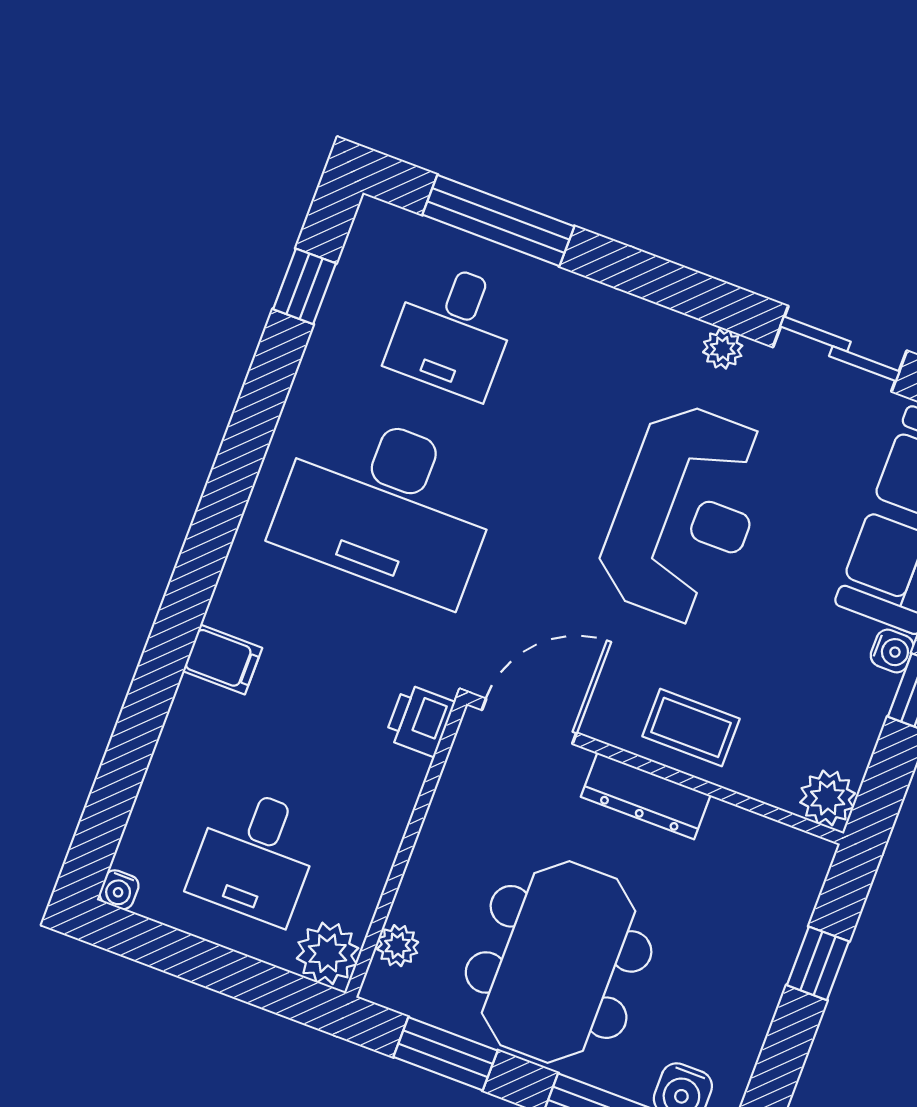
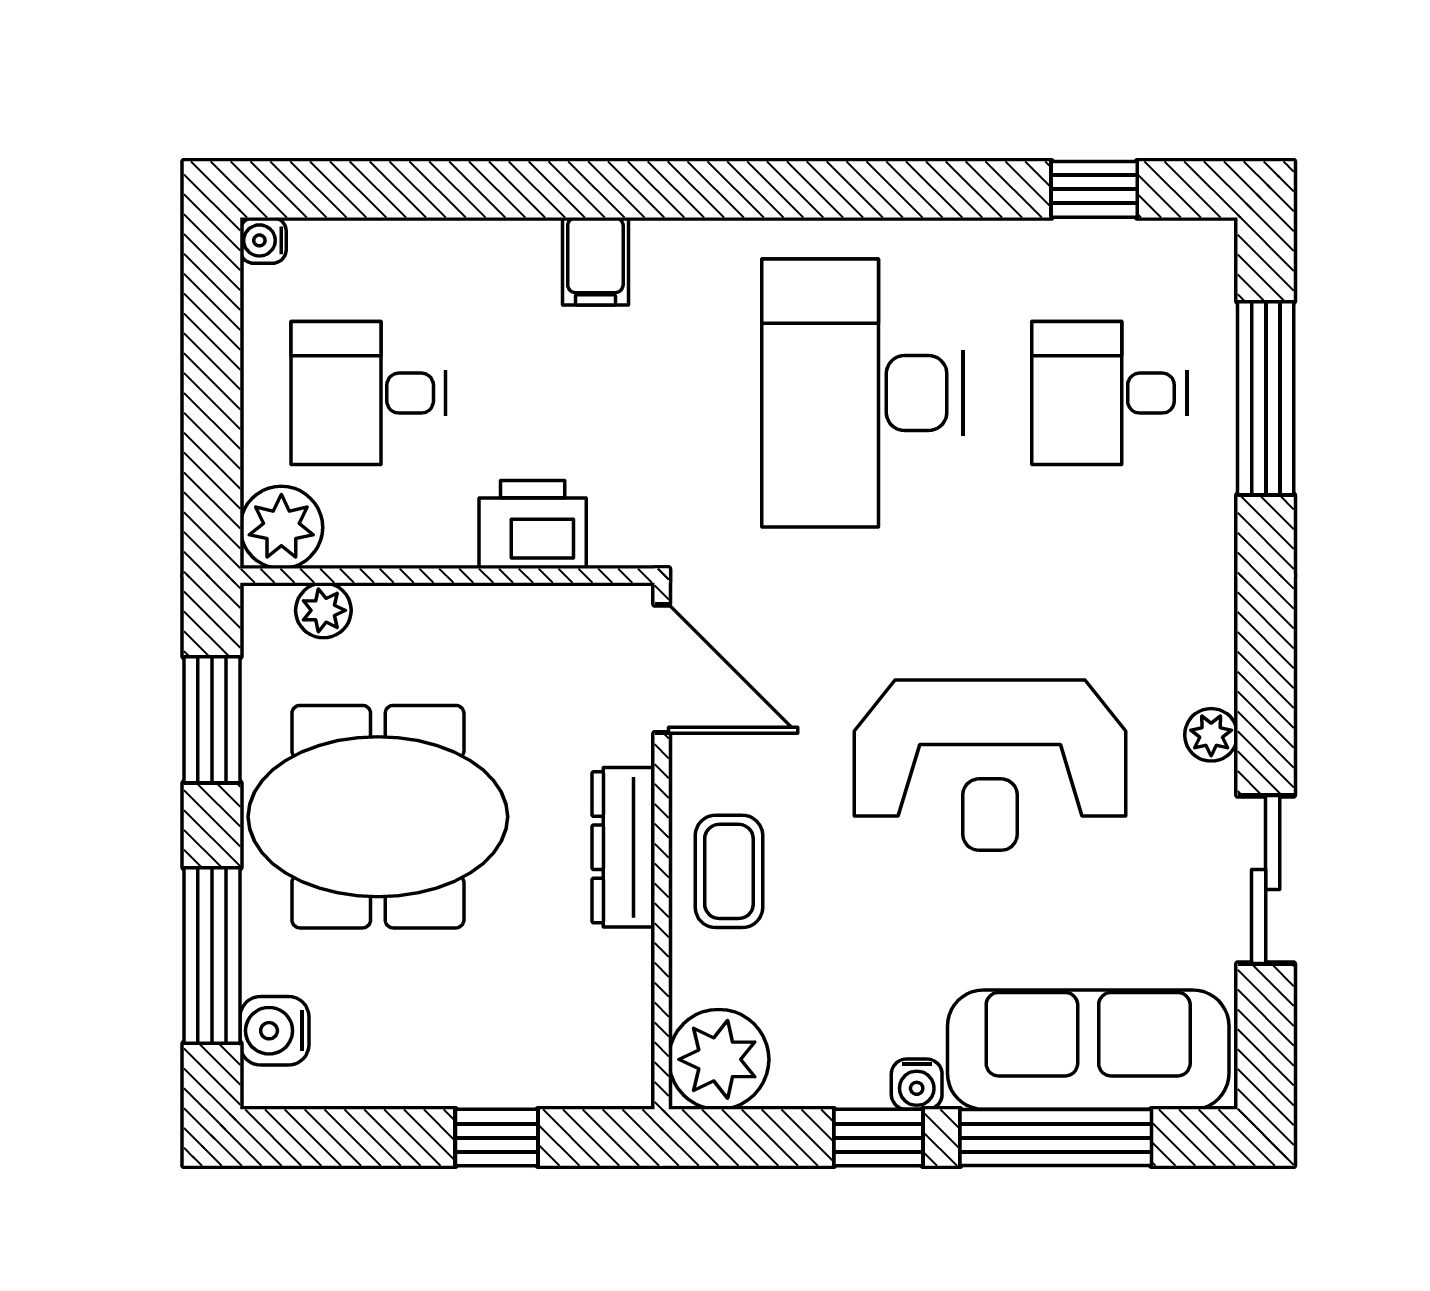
printer: (420, 720) -> (533, 524), moved, width x1.36, depth x1.24
plant: (828, 798) -> (719, 1059), width x1.36, depth x1.36

